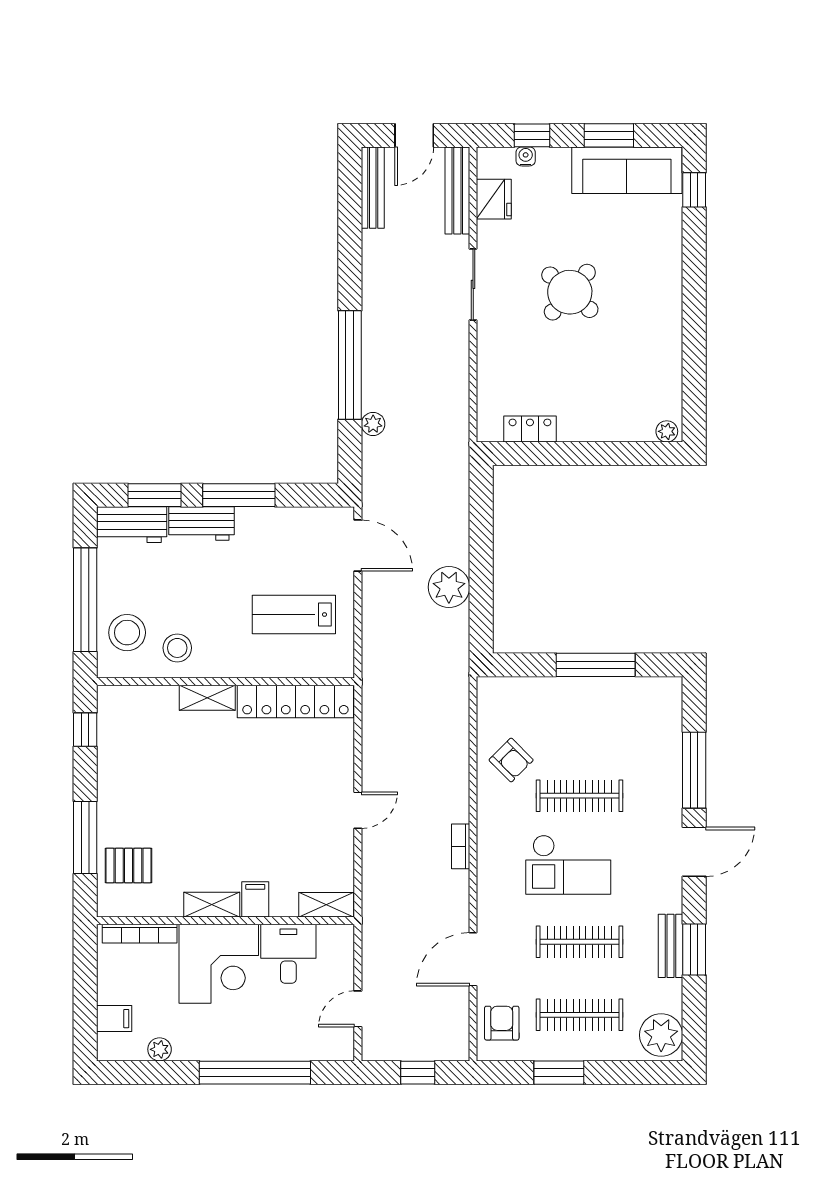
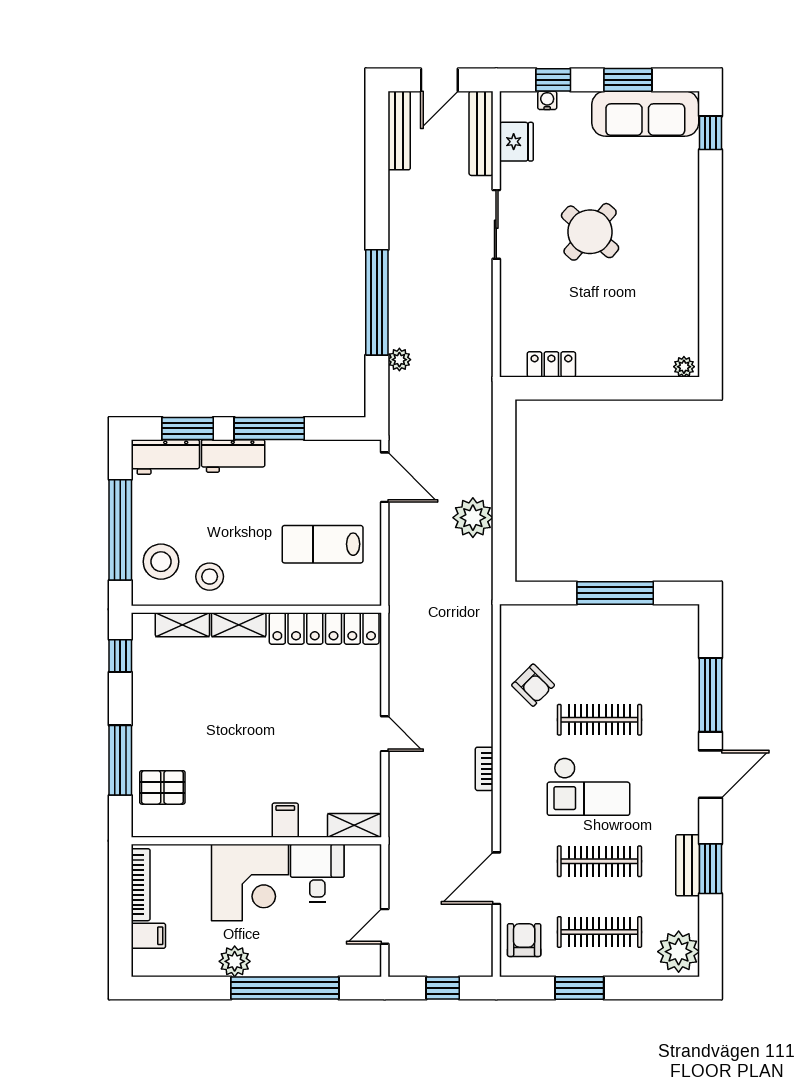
door: (358, 810) -> (385, 734), hinge flipped
shelving: (212, 905) -> (182, 625), moved
bookcase: (140, 934) -> (141, 885), moved, turned -90
plant: (160, 1049) -> (235, 961), moved, width x1.38, depth x1.38

